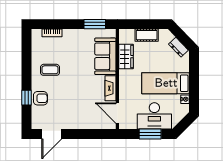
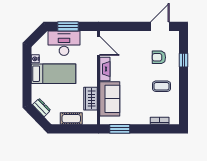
armchair: (40, 98) -> (159, 57), moved

